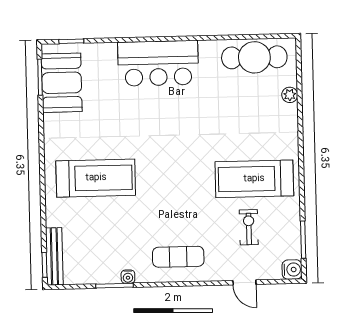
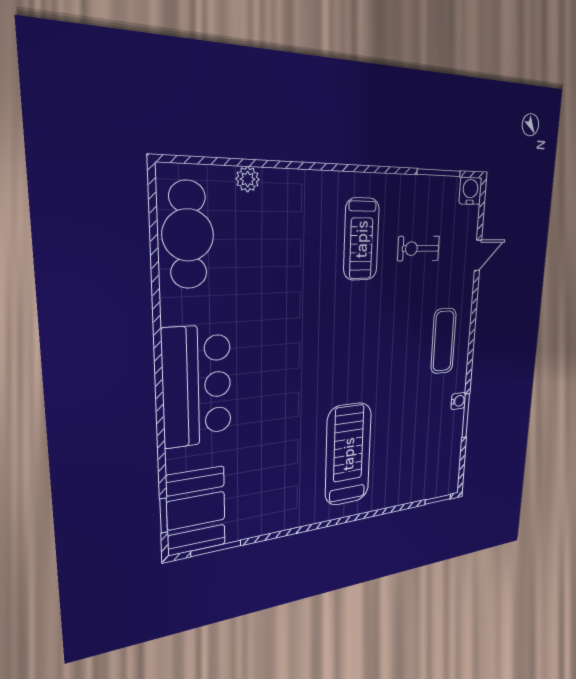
booth: (62, 83) -> (196, 511), moved, turned 90
treadmill: (254, 179) -> (361, 239), width x0.73, depth x0.73
bench: (54, 256) -> (430, 490), removed

